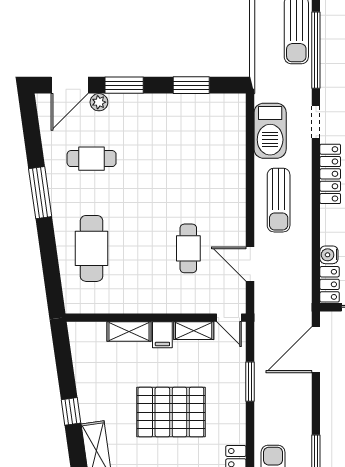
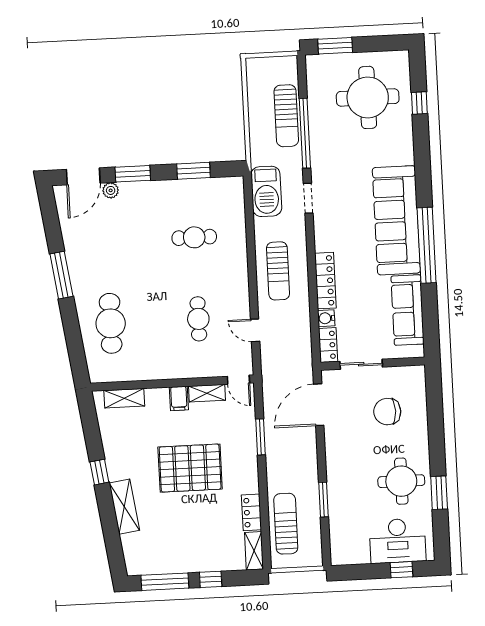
barbecue: (270, 131) -> (266, 191), moved
cafe table: (92, 159) -> (194, 237), moved
locker: (330, 174) -> (325, 281), moved
door: (250, 264) -> (255, 330), width x0.73
shelving: (129, 332) -> (124, 398), moved

